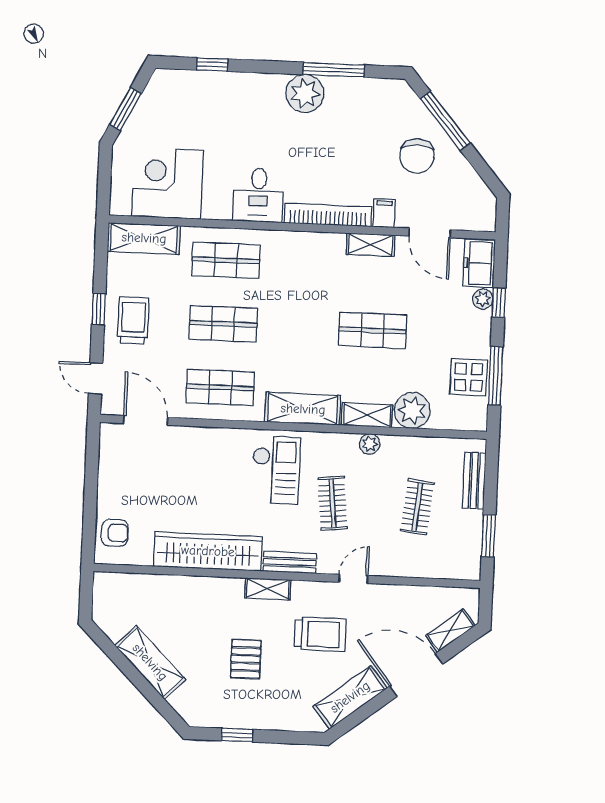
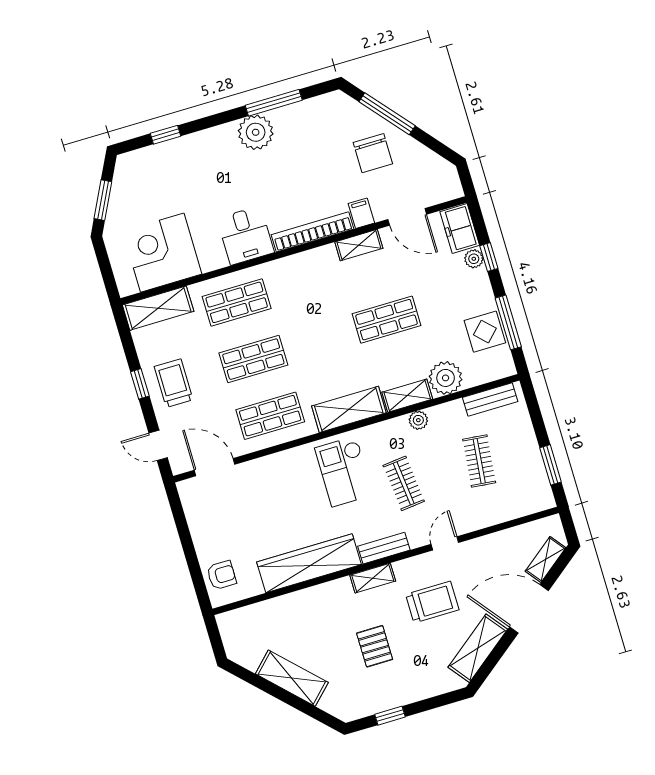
checkout: (276, 470) -> (344, 471), turned 180
bench: (474, 481) -> (490, 399), moved, turned 90

